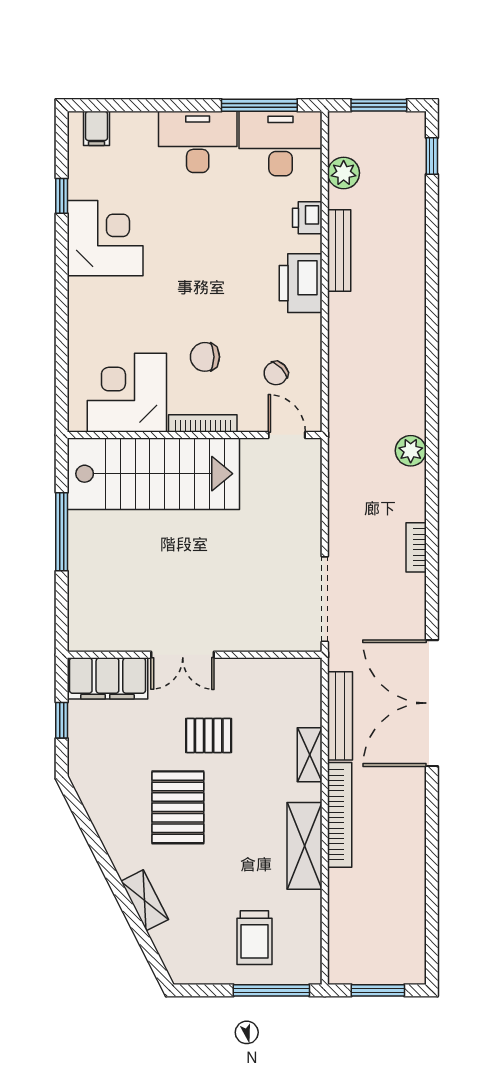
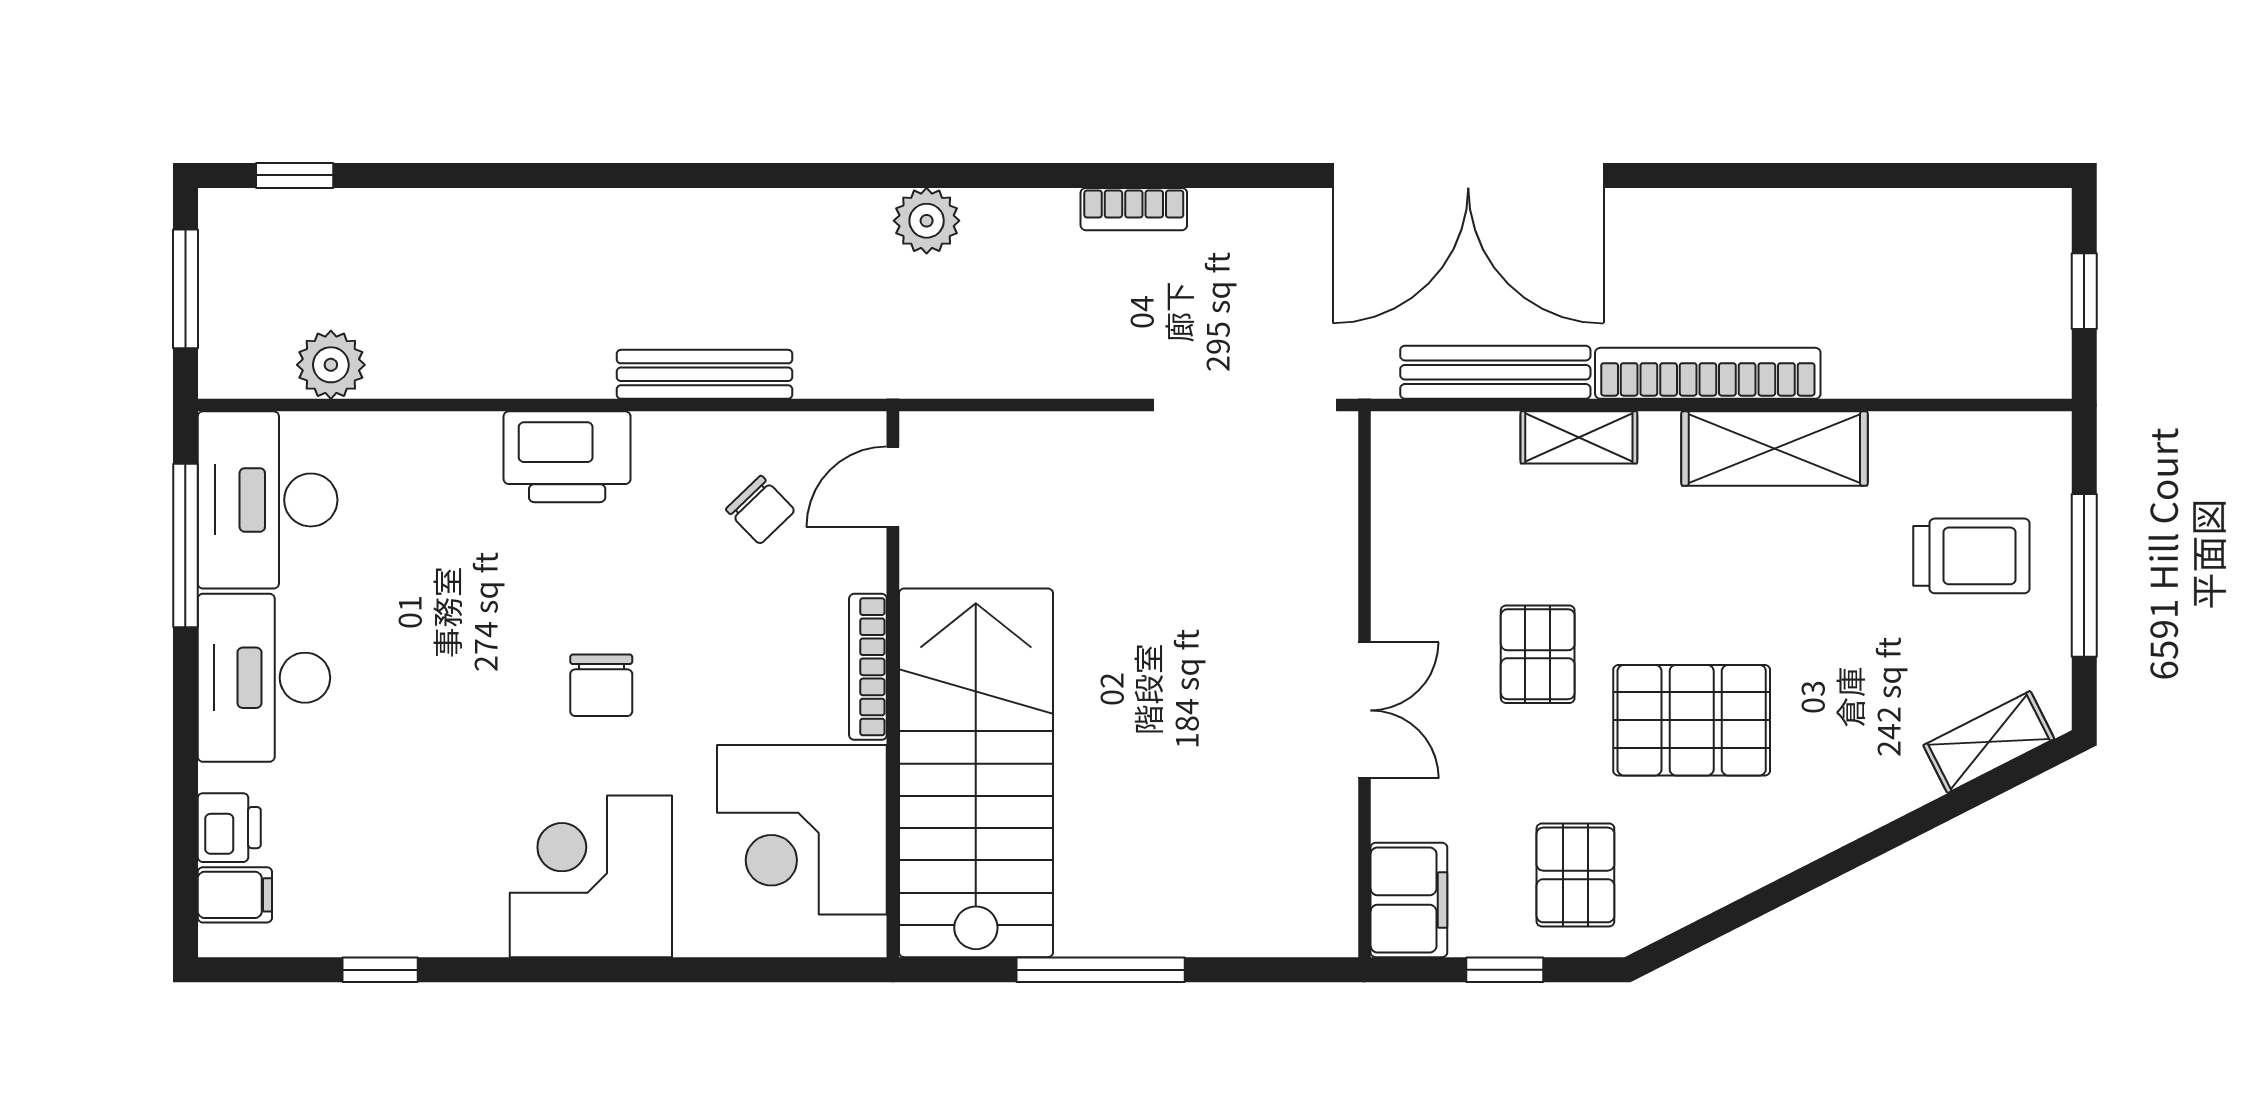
printer: (307, 218) -> (229, 828), moved, turned -90
corner desk: (105, 238) -> (591, 876), moved
bench: (339, 251) -> (704, 374), moved
chair: (205, 357) -> (601, 685), moved
filing cabinet: (107, 678) -> (1409, 900), width x0.67, depth x0.86
pallet: (106, 753) -> (1575, 875), added
shelving: (145, 900) -> (1989, 742), moved
window: (271, 990) -> (2084, 575), moved
window: (378, 990) -> (2084, 291), width x0.67

